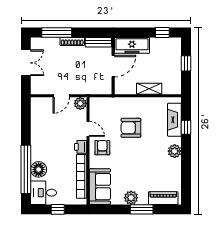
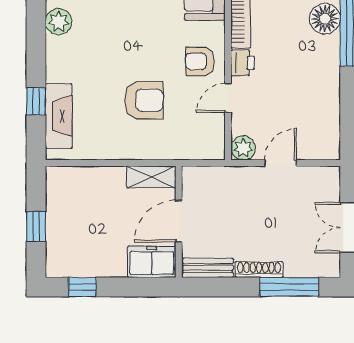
freezer: (132, 45) -> (152, 262), width x0.71
shelving: (149, 89) -> (151, 177), moved
door: (88, 129) -> (228, 98), hinge flipped
armchair: (102, 148) -> (200, 61), turned 90
plant: (175, 151) -> (59, 22), moved

